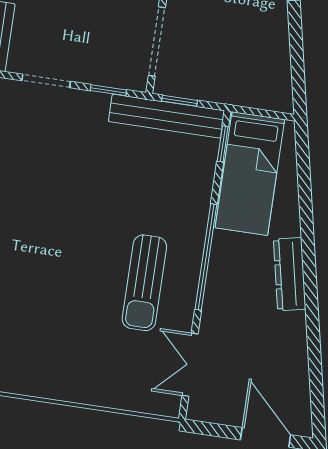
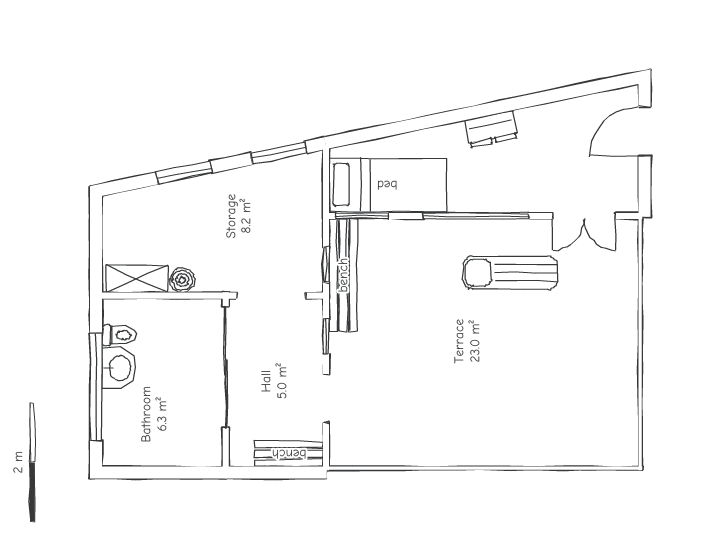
window: (298, 70) -> (279, 153), added
window: (223, 144) -> (362, 216), width x1.50
dresser: (290, 274) -> (491, 129), width x0.70
sun lounger: (144, 283) -> (510, 273), turned 180

